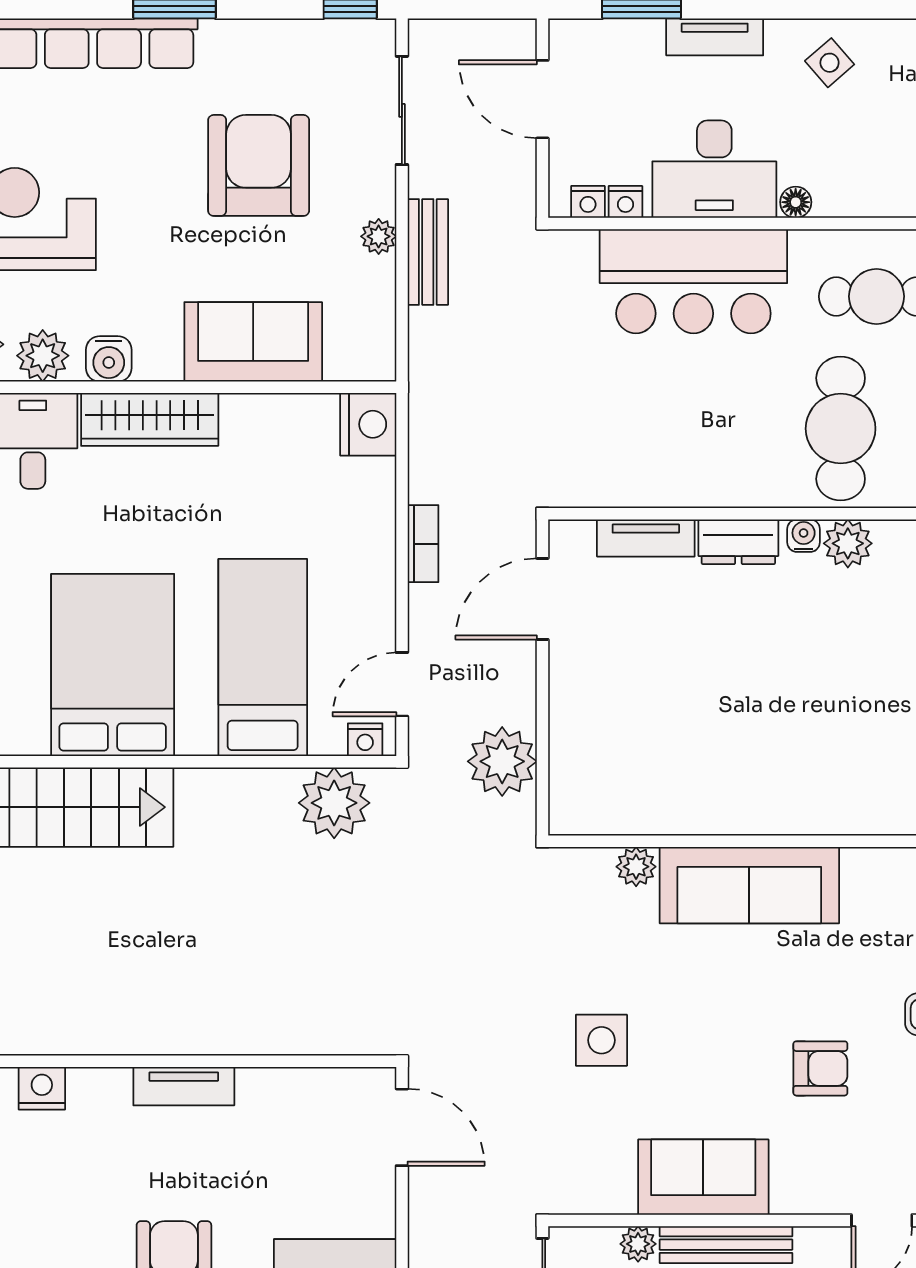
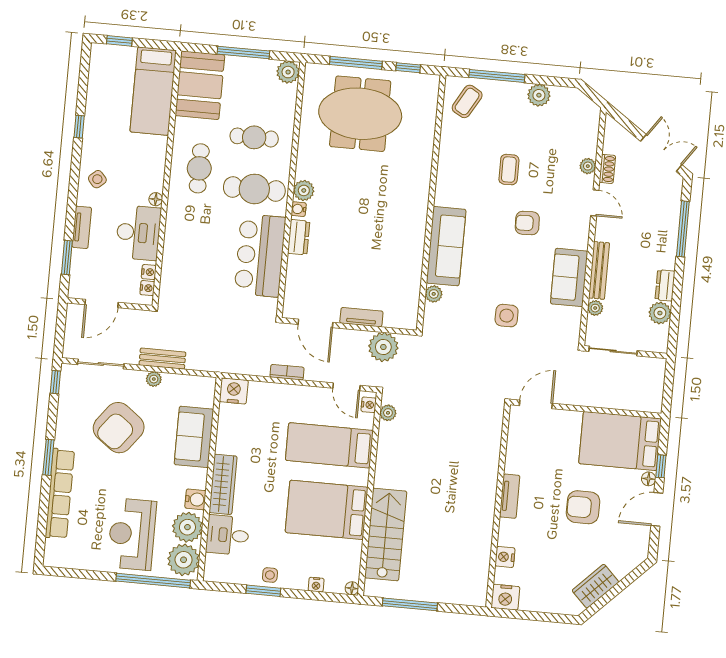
armchair: (259, 165) -> (119, 428), turned -53
bar counter: (693, 281) -> (260, 255), moved, turned 180
plant: (43, 356) -> (187, 527), width x1.36, depth x1.36
tv unit: (646, 538) -> (361, 317), moved, turned -90
plant: (334, 803) -> (388, 413), width x0.53, depth x0.53
armchair: (820, 1068) -> (527, 223), turned -92

